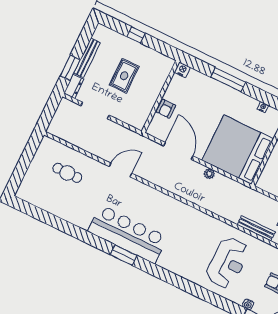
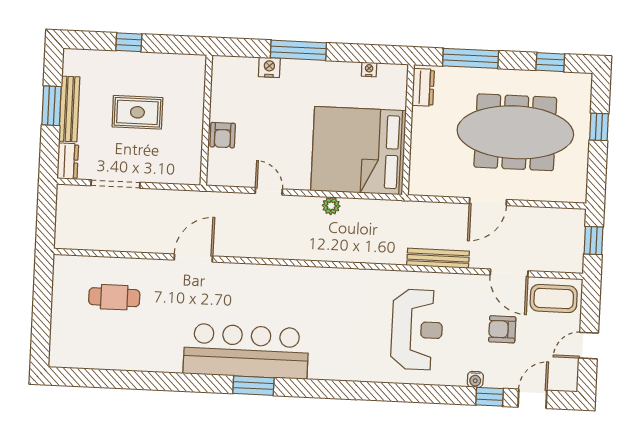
window: (70, 68) -> (51, 106), moved
nightstand: (182, 70) -> (269, 67), moved
rug: (124, 76) -> (137, 112), turned 90
door: (178, 151) -> (269, 191), width x0.53

